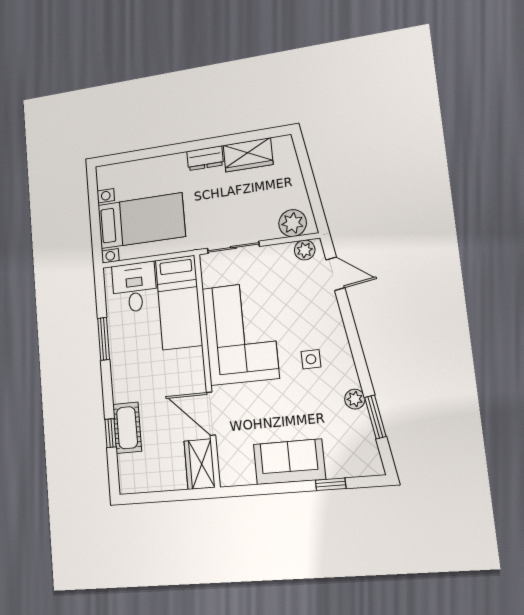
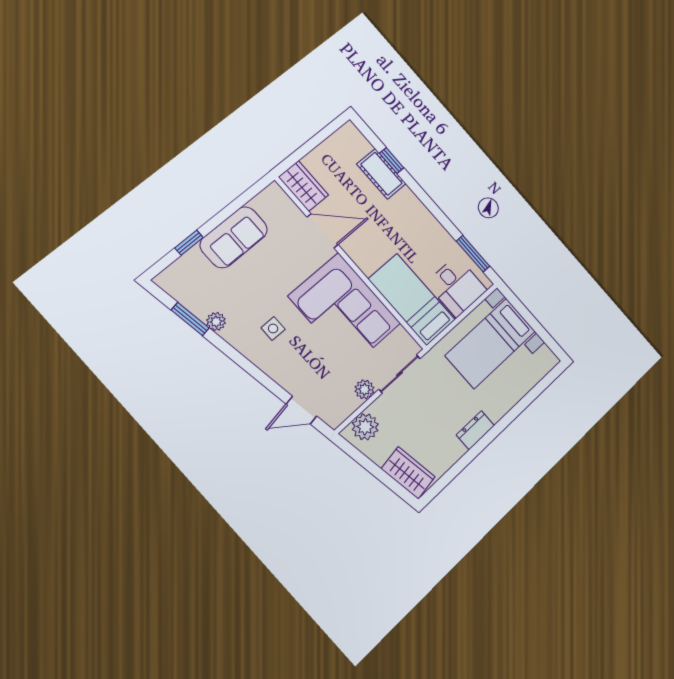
wardrobe: (248, 155) -> (408, 473), moved, turned 81
plant: (305, 250) -> (364, 389), moved
window: (104, 339) -> (473, 254), moved

